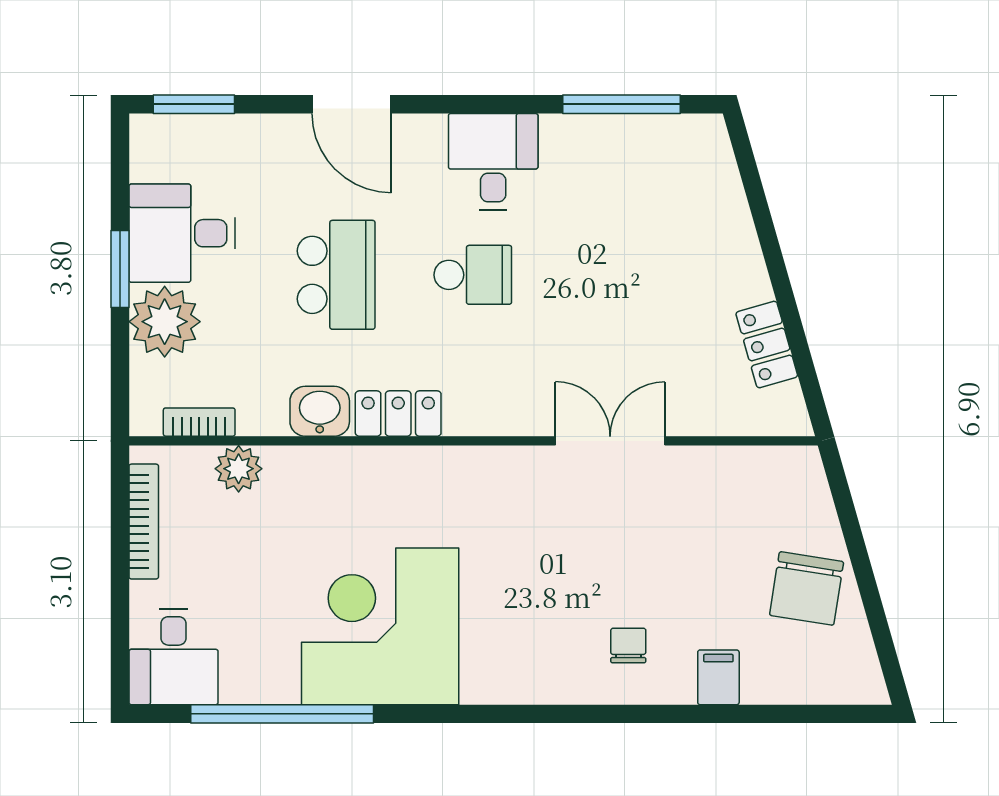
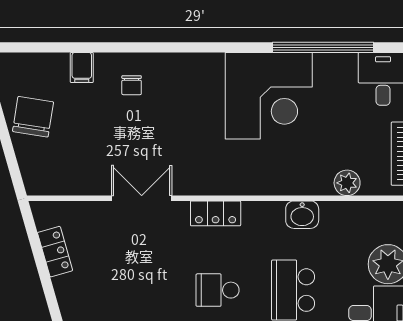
locker: (398, 414) -> (216, 213), moved
bookcase: (199, 422) -> (369, 209), removed
double door: (610, 441) -> (142, 198), swing flipped

